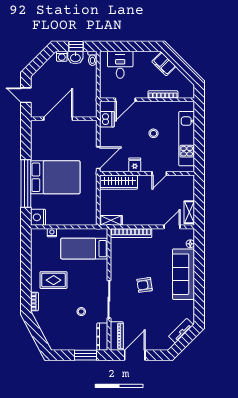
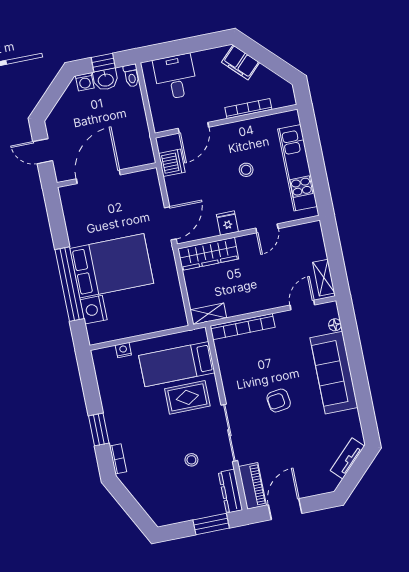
nightstand: (38, 217) -> (94, 310), moved
window: (26, 280) -> (99, 430), added
rug: (54, 280) -> (187, 397), moved

